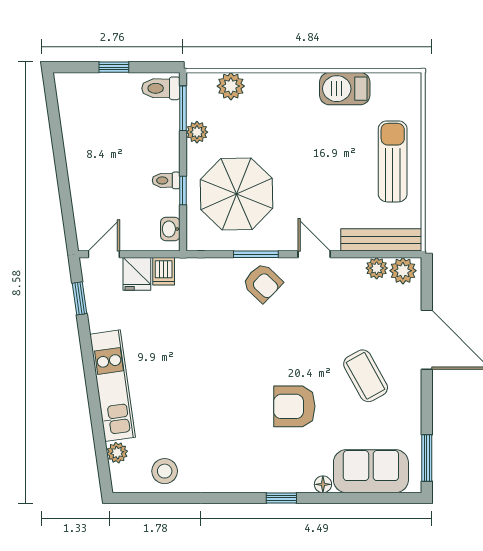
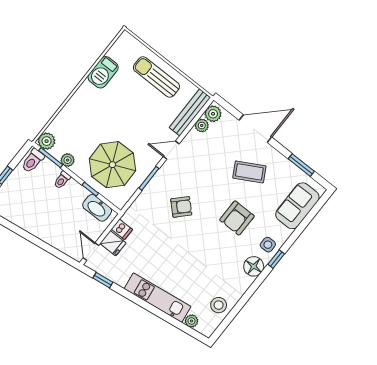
plant: (231, 86) -> (47, 141), moved
toilet: (166, 180) -> (62, 180), moved
washbasin: (170, 229) -> (97, 208), width x1.91, depth x1.45
armchair: (262, 283) -> (181, 207), moved
window: (427, 458) -> (301, 165), moved
side table: (292, 473) -> (268, 245), added
floor lamp: (323, 484) -> (254, 266), moved, width x1.89, depth x1.89

